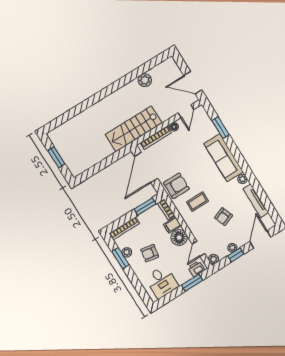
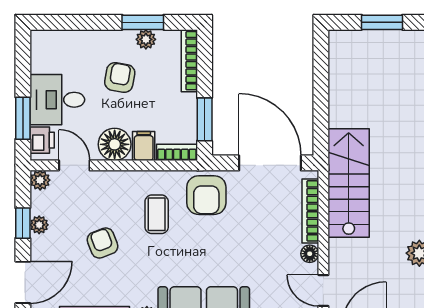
door: (260, 239) -> (23, 282), hinge flipped
desk: (162, 282) -> (57, 100), moved

